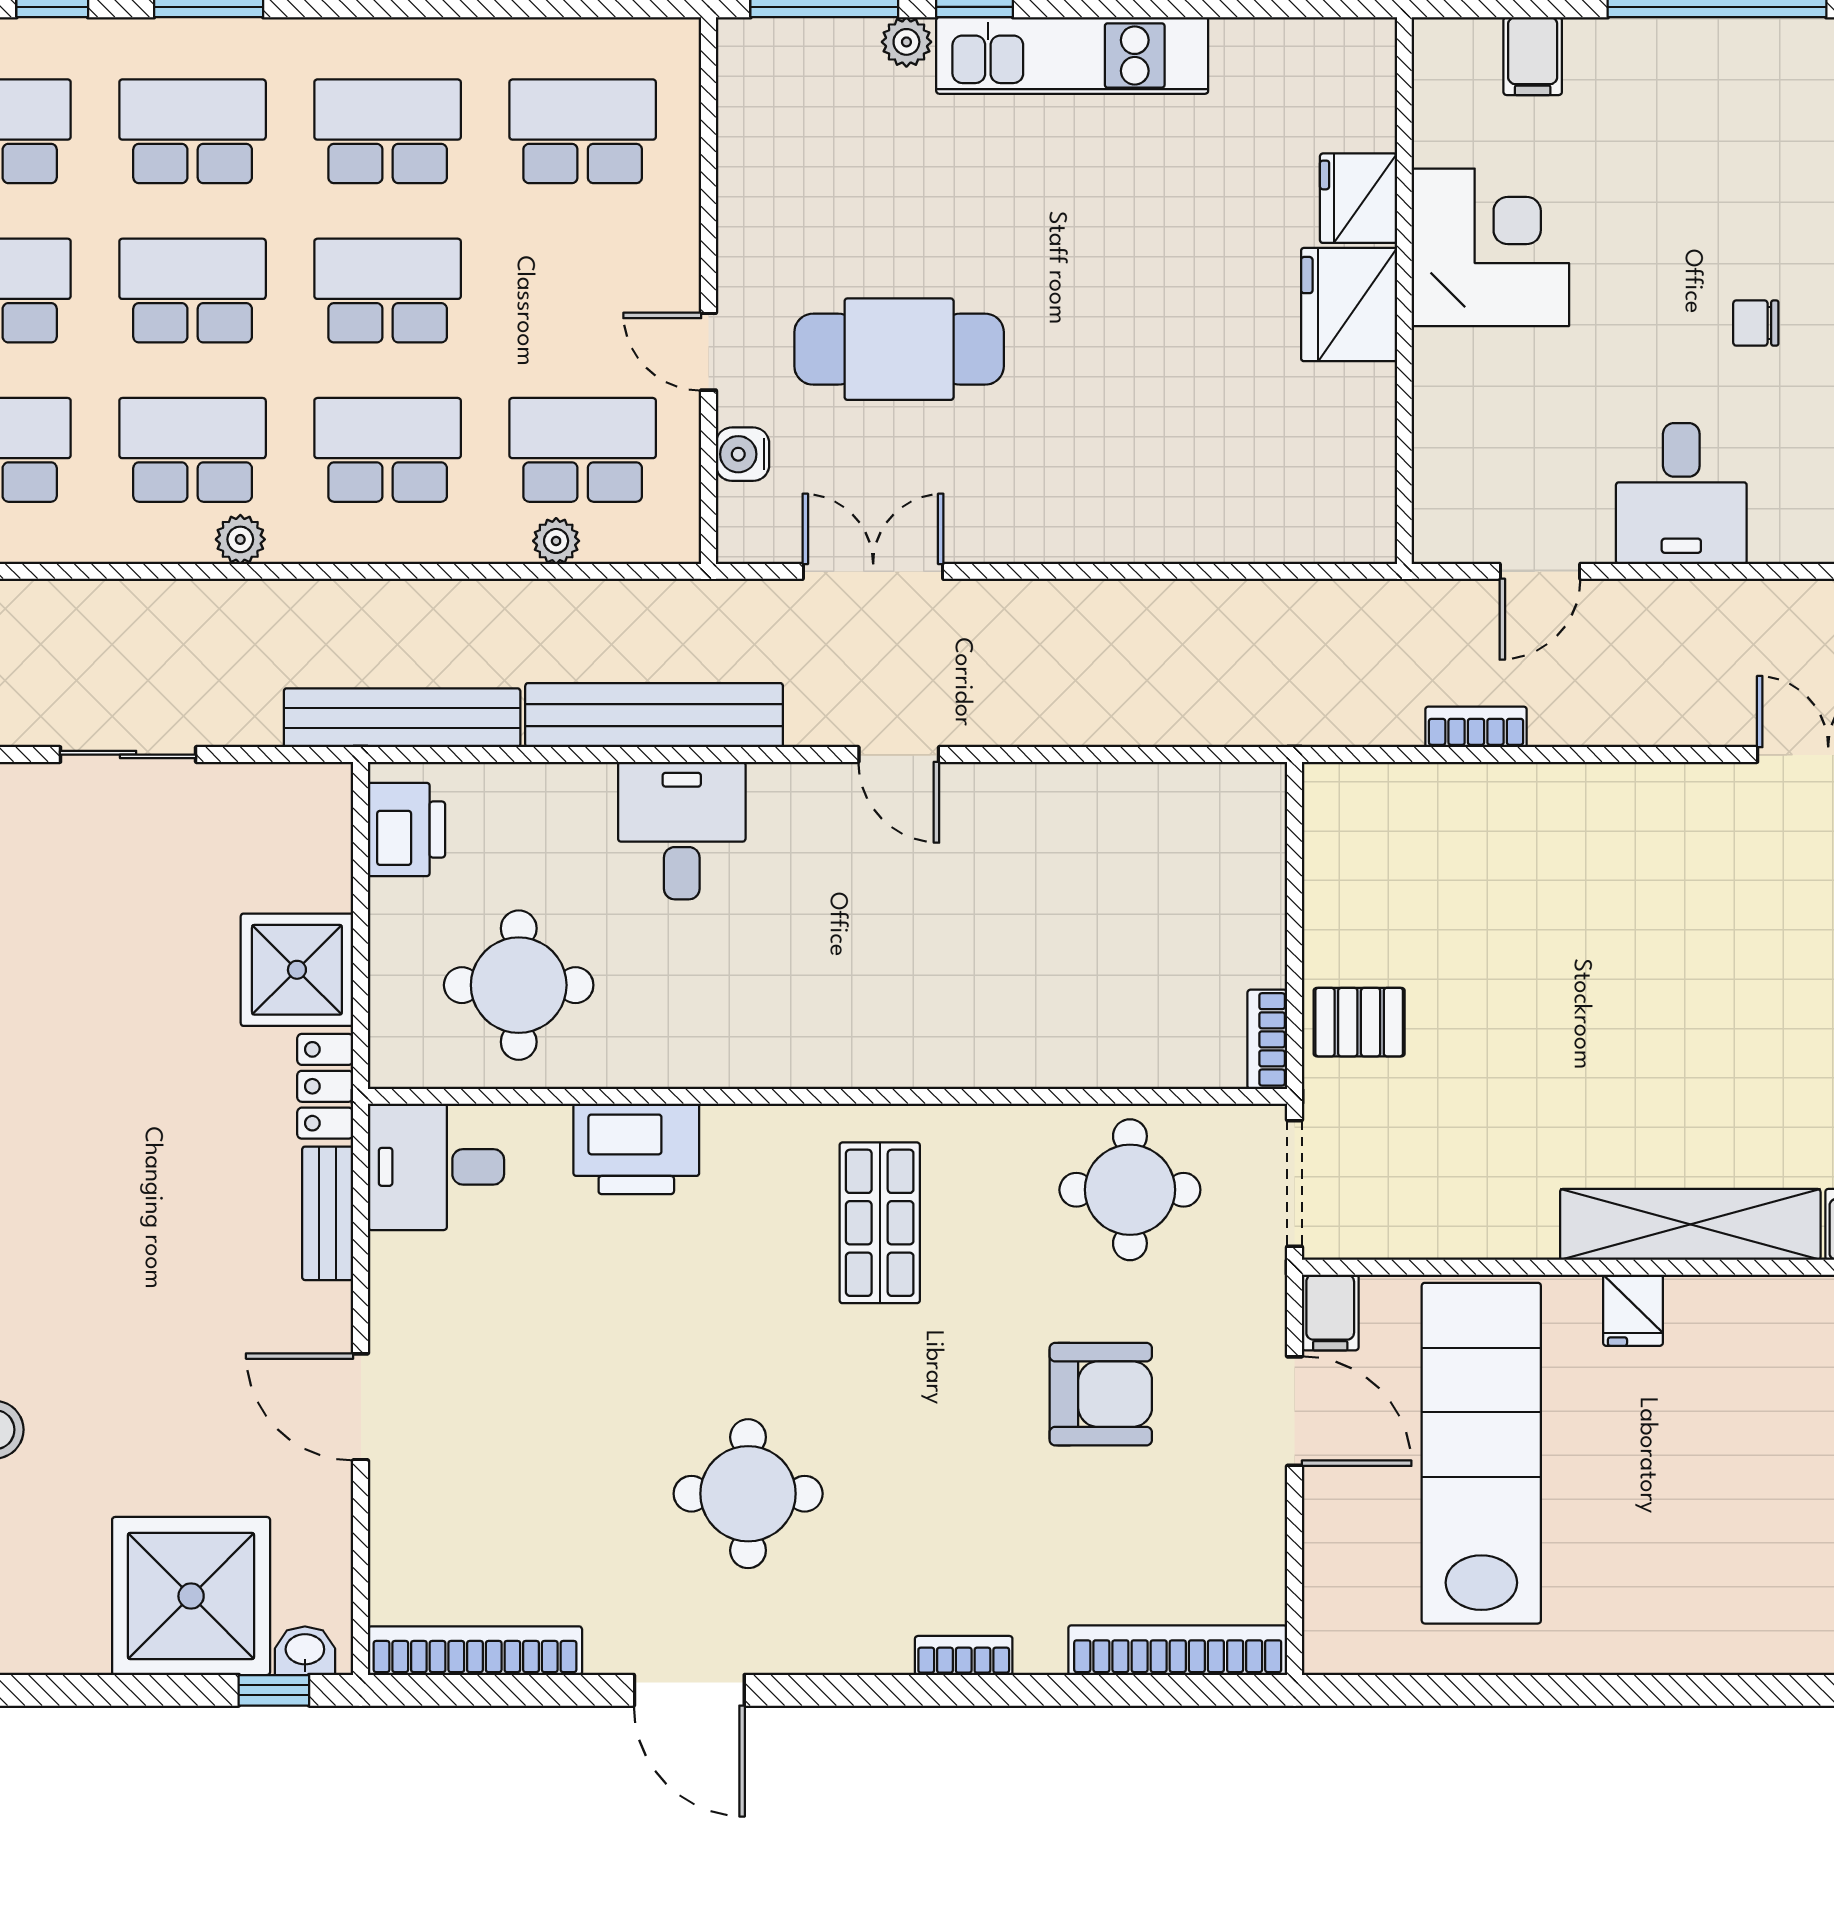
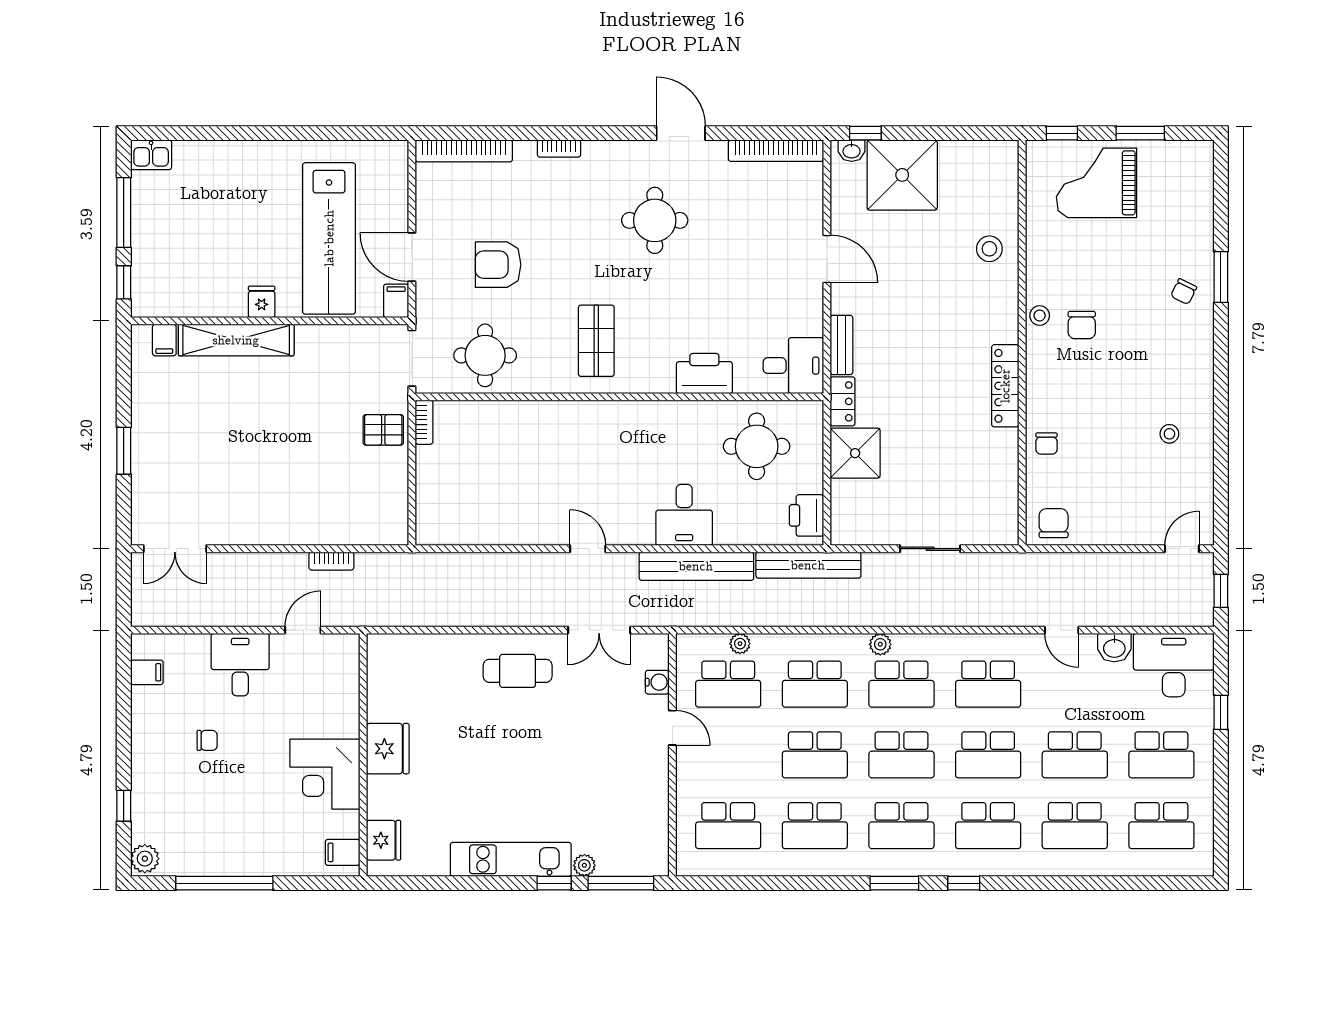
filing cabinet: (1533, 56) -> (343, 852), moved, turned -90
fridge: (1358, 198) -> (384, 840), moved
cafe table: (899, 349) -> (518, 671), moved, width x0.73, depth x0.74

